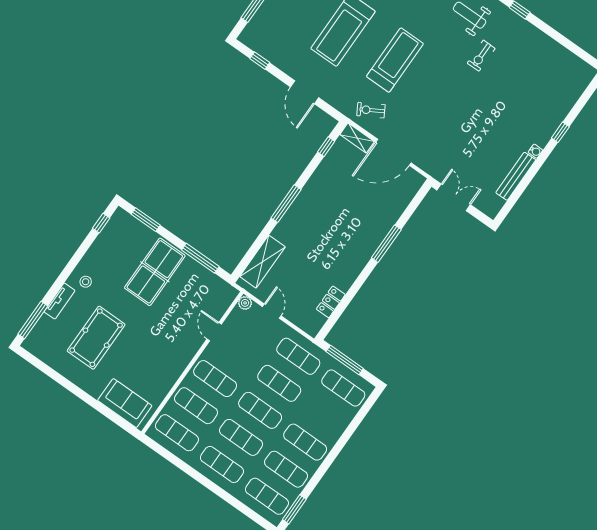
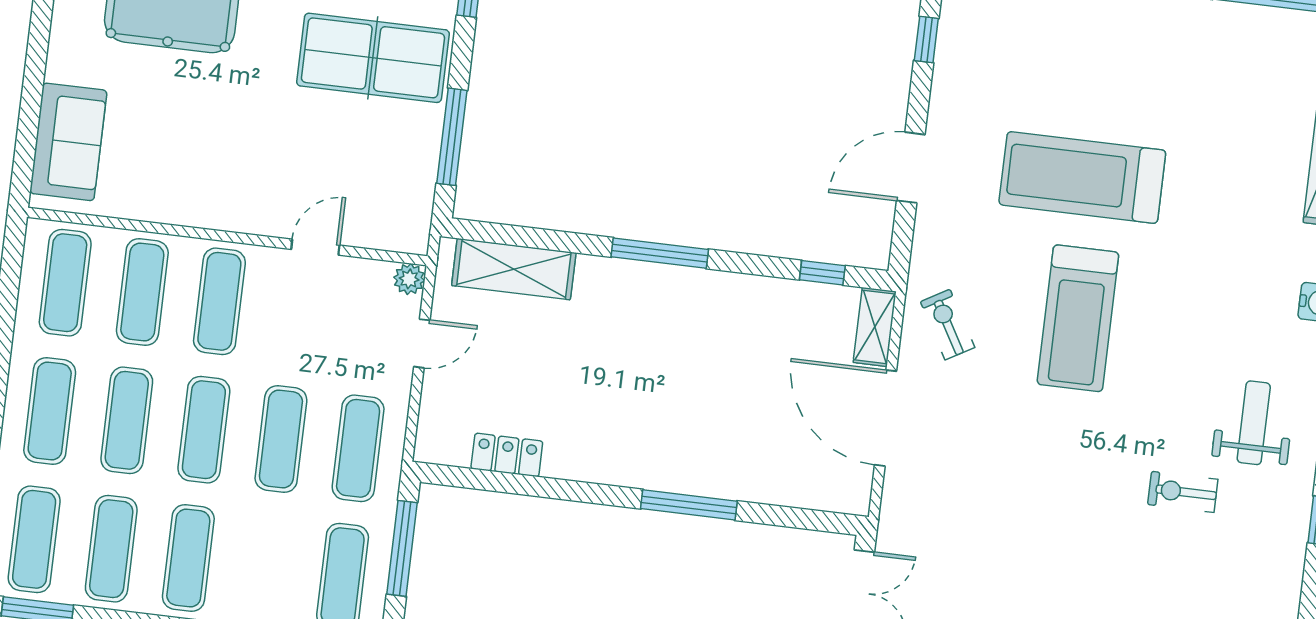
treadmill: (395, 60) -> (1078, 318), turned 90

